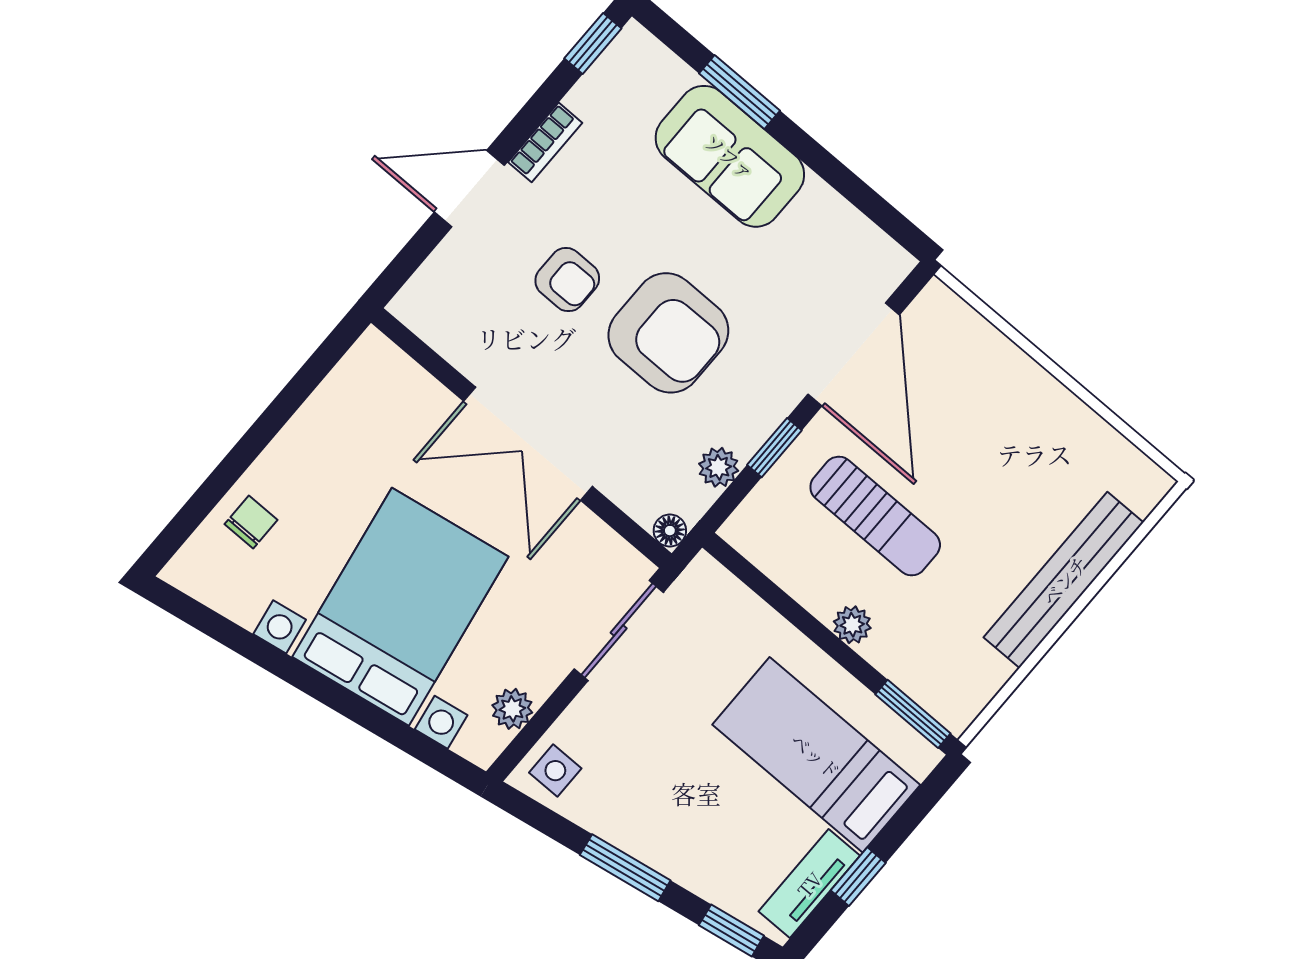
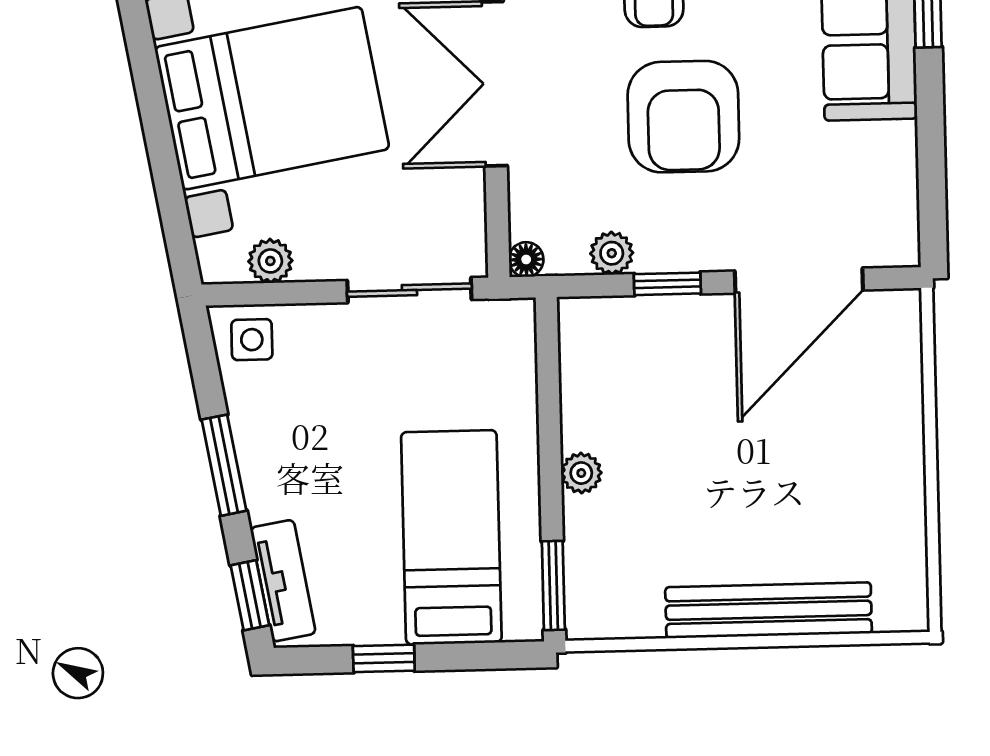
sun lounger: (875, 516) -> (685, 414), removed
tv unit: (809, 884) -> (283, 581), moved, turned 80

